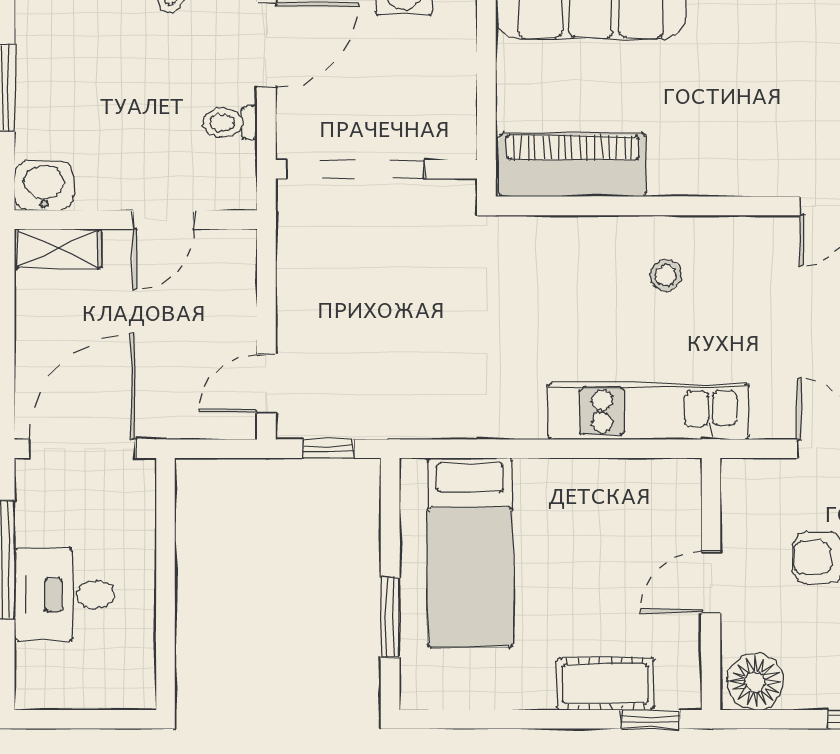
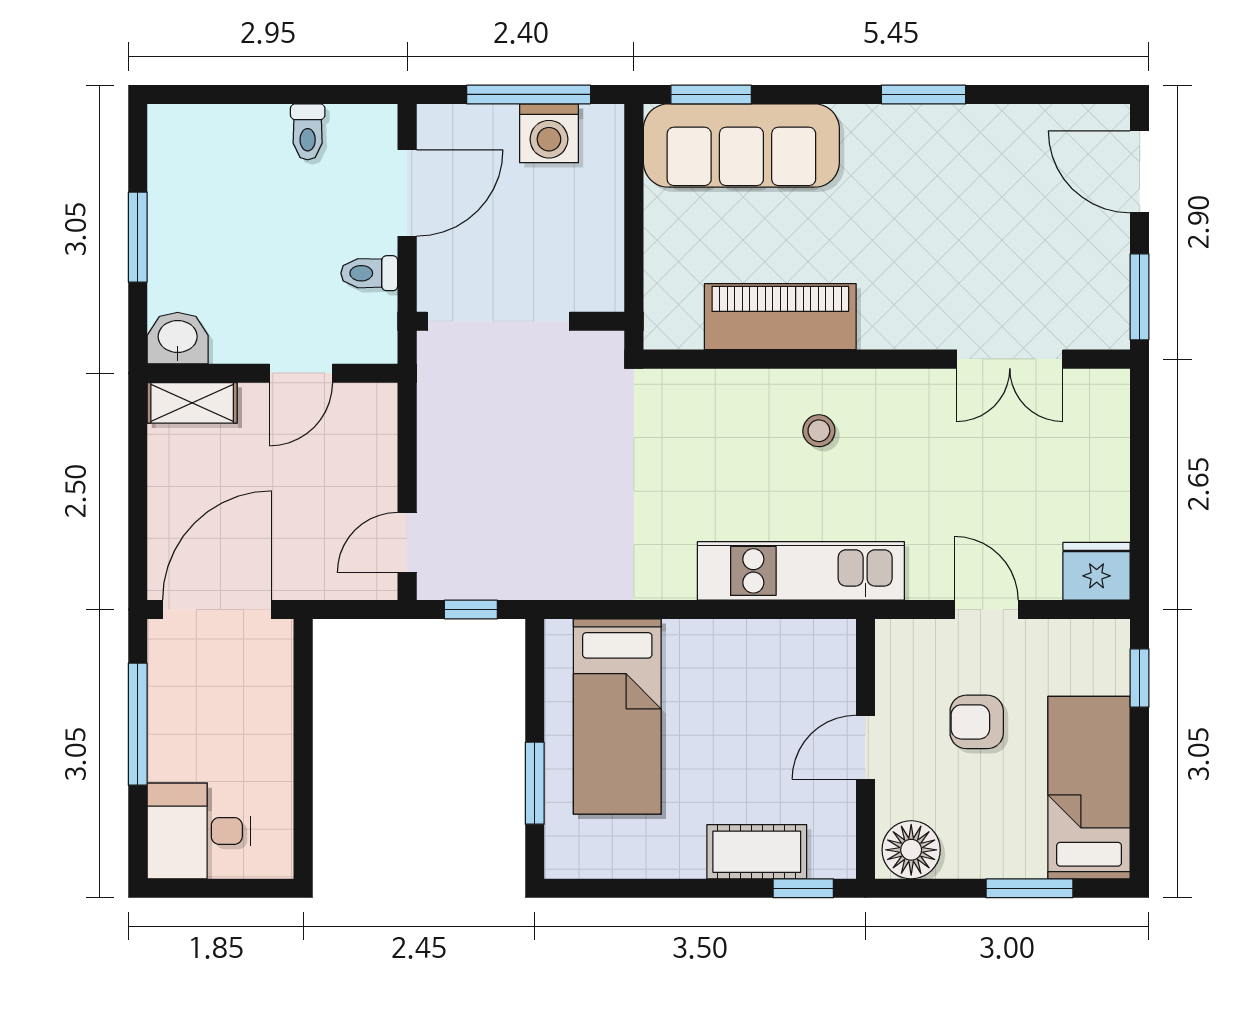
piano: (573, 165) -> (780, 317), moved
desk: (64, 595) -> (199, 831), moved

